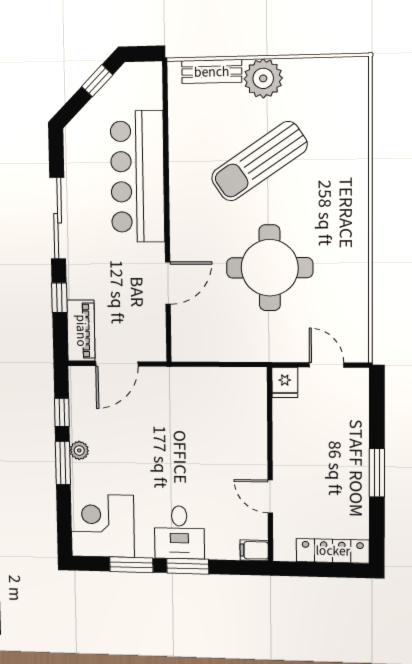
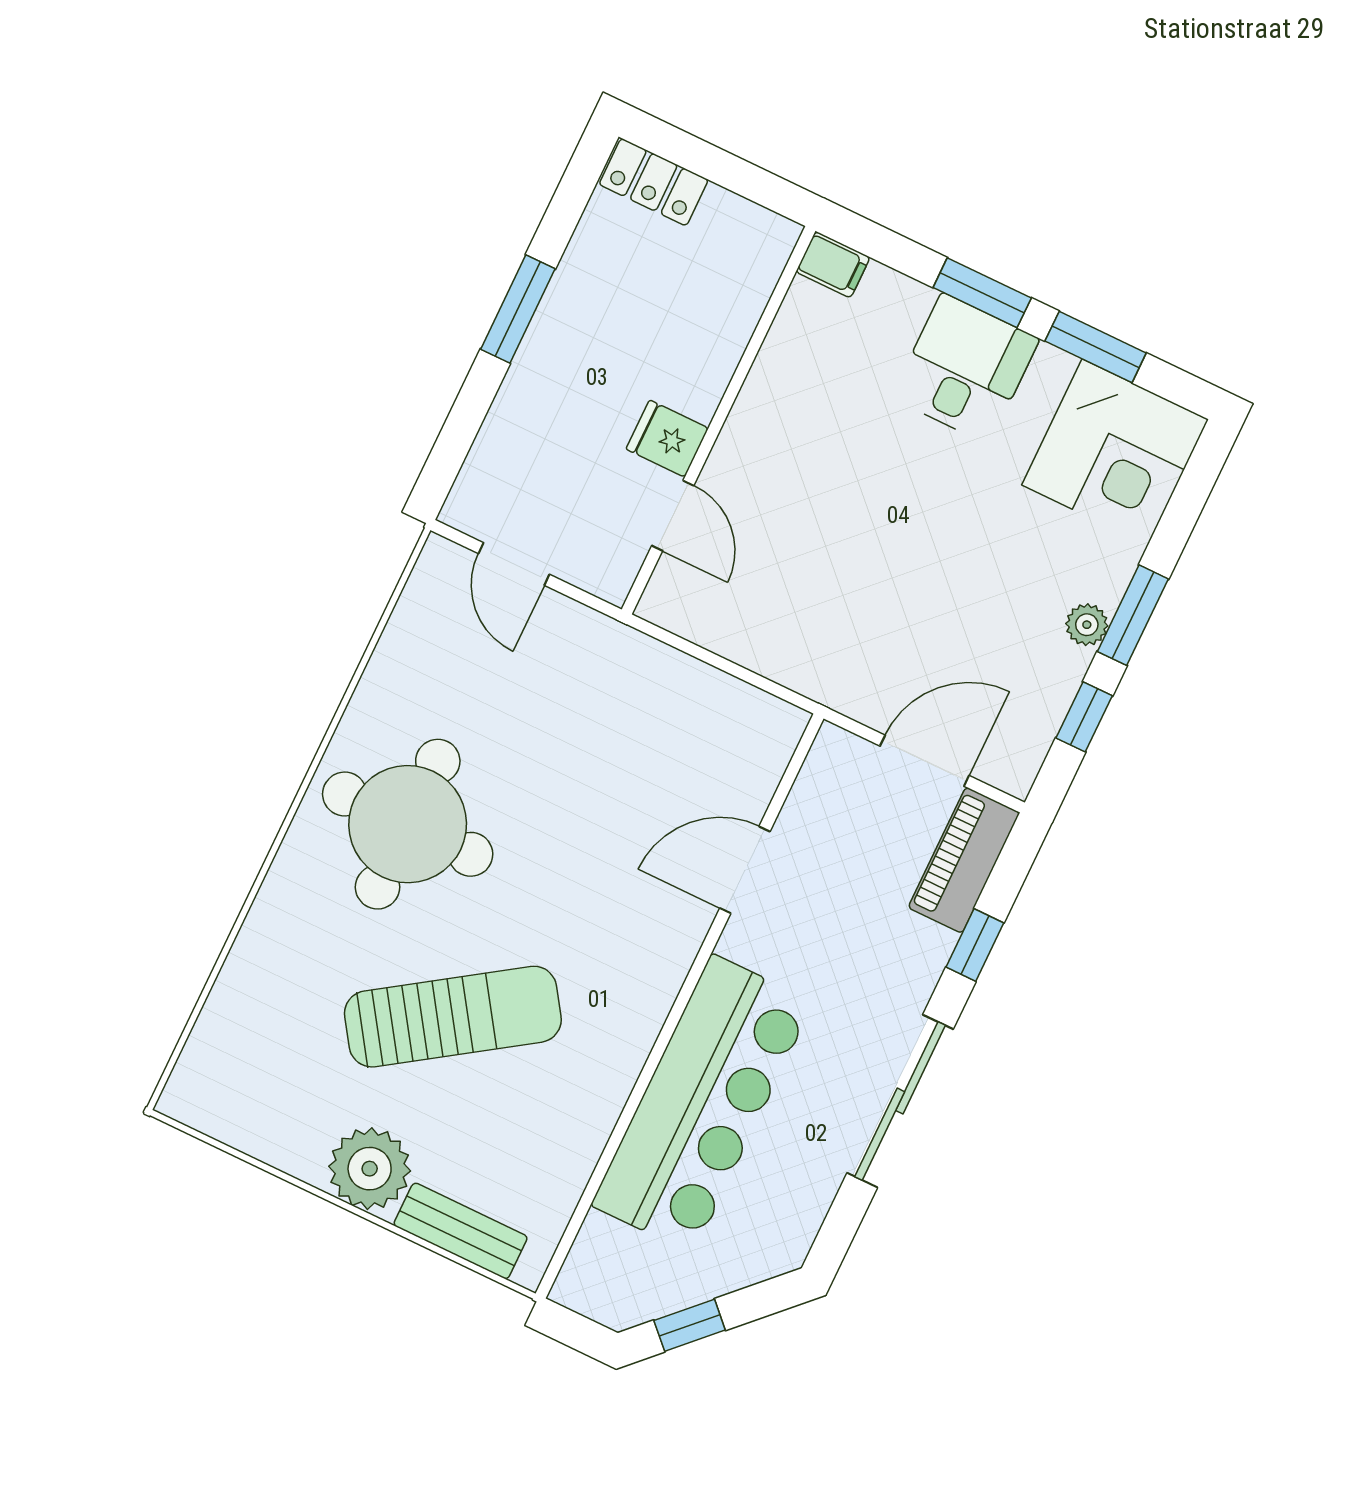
round table: (270, 268) -> (408, 824), moved
fridge: (285, 382) -> (667, 439), moved, turned -90
door: (270, 497) -> (673, 516), moved
locker: (333, 551) -> (654, 182), width x0.66

